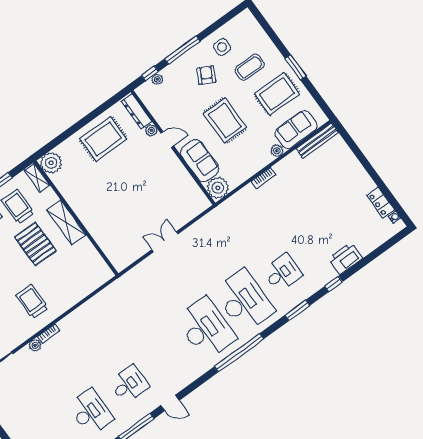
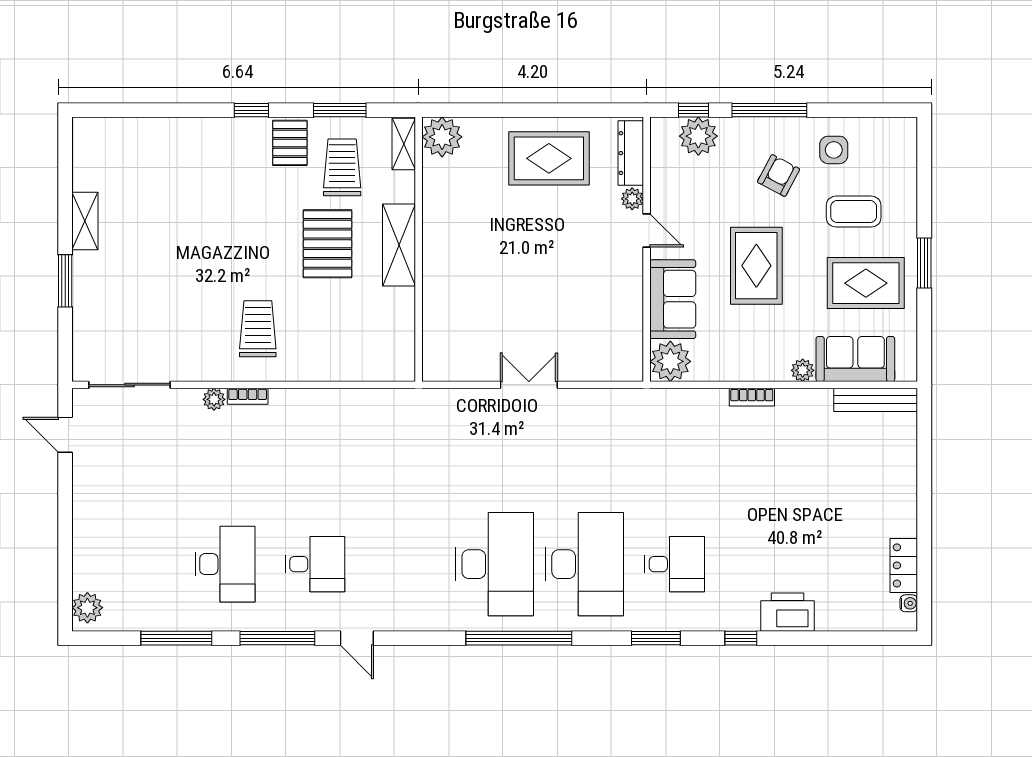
plant: (157, 79) -> (698, 136), width x1.88, depth x1.88

